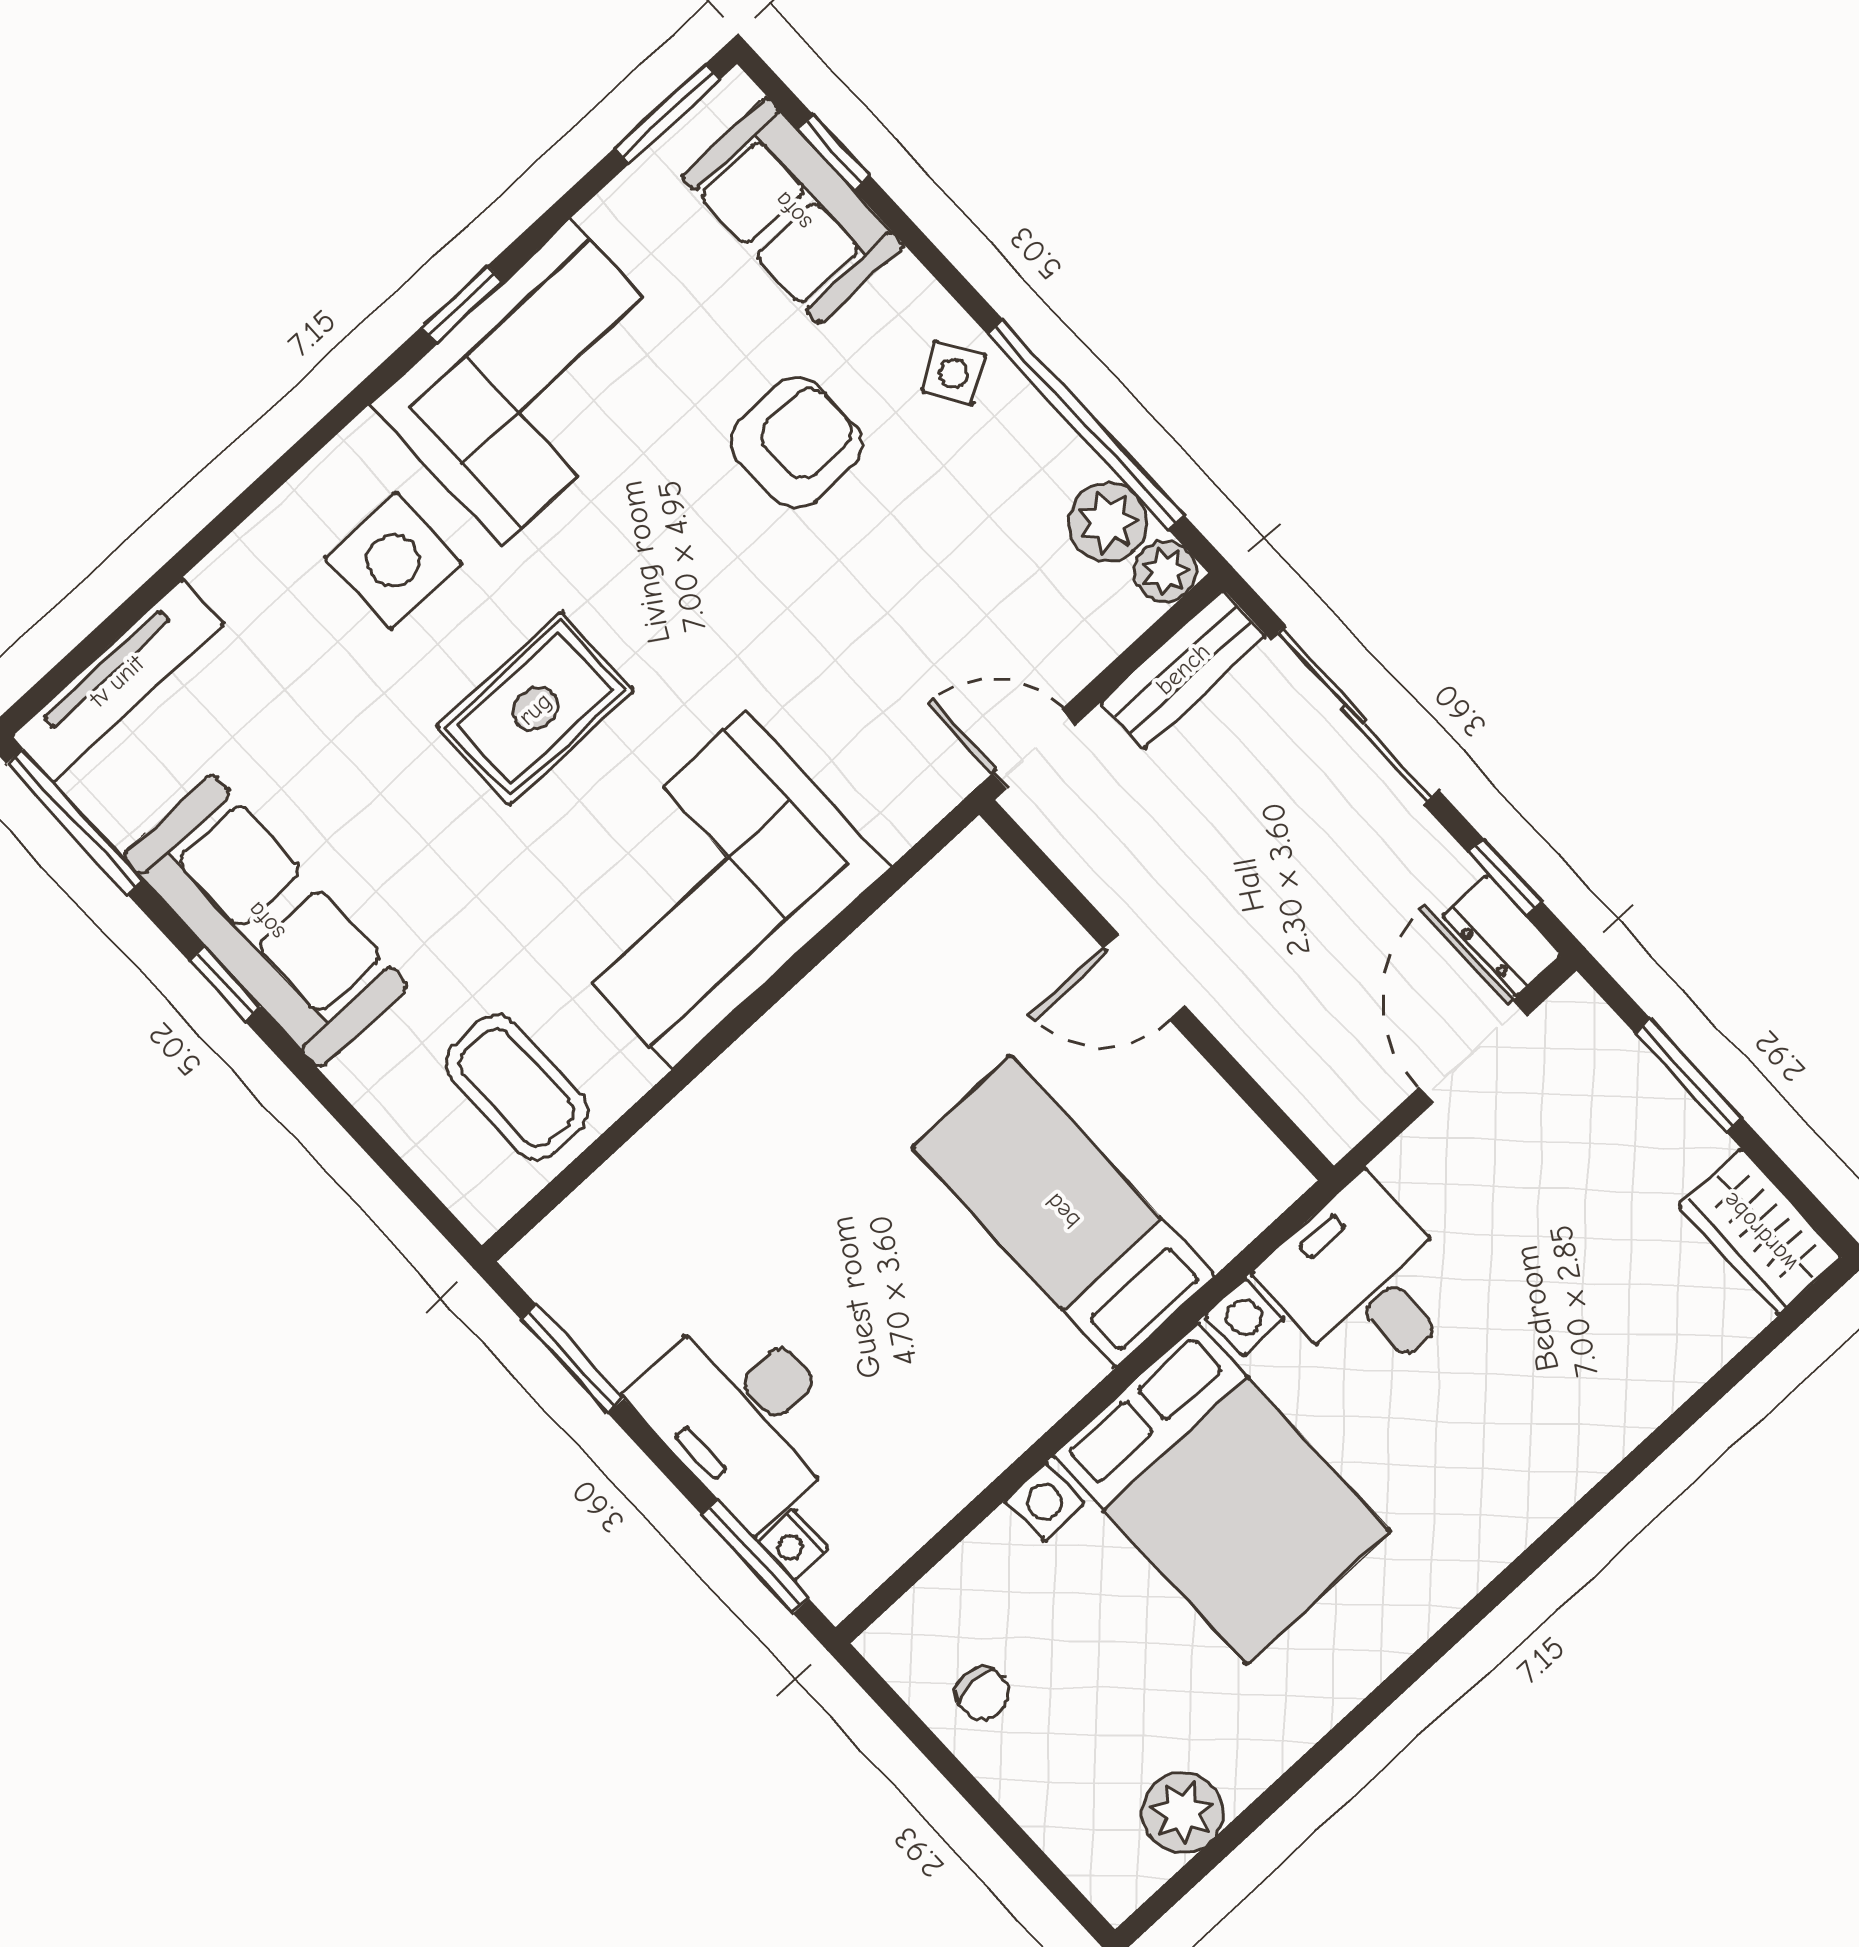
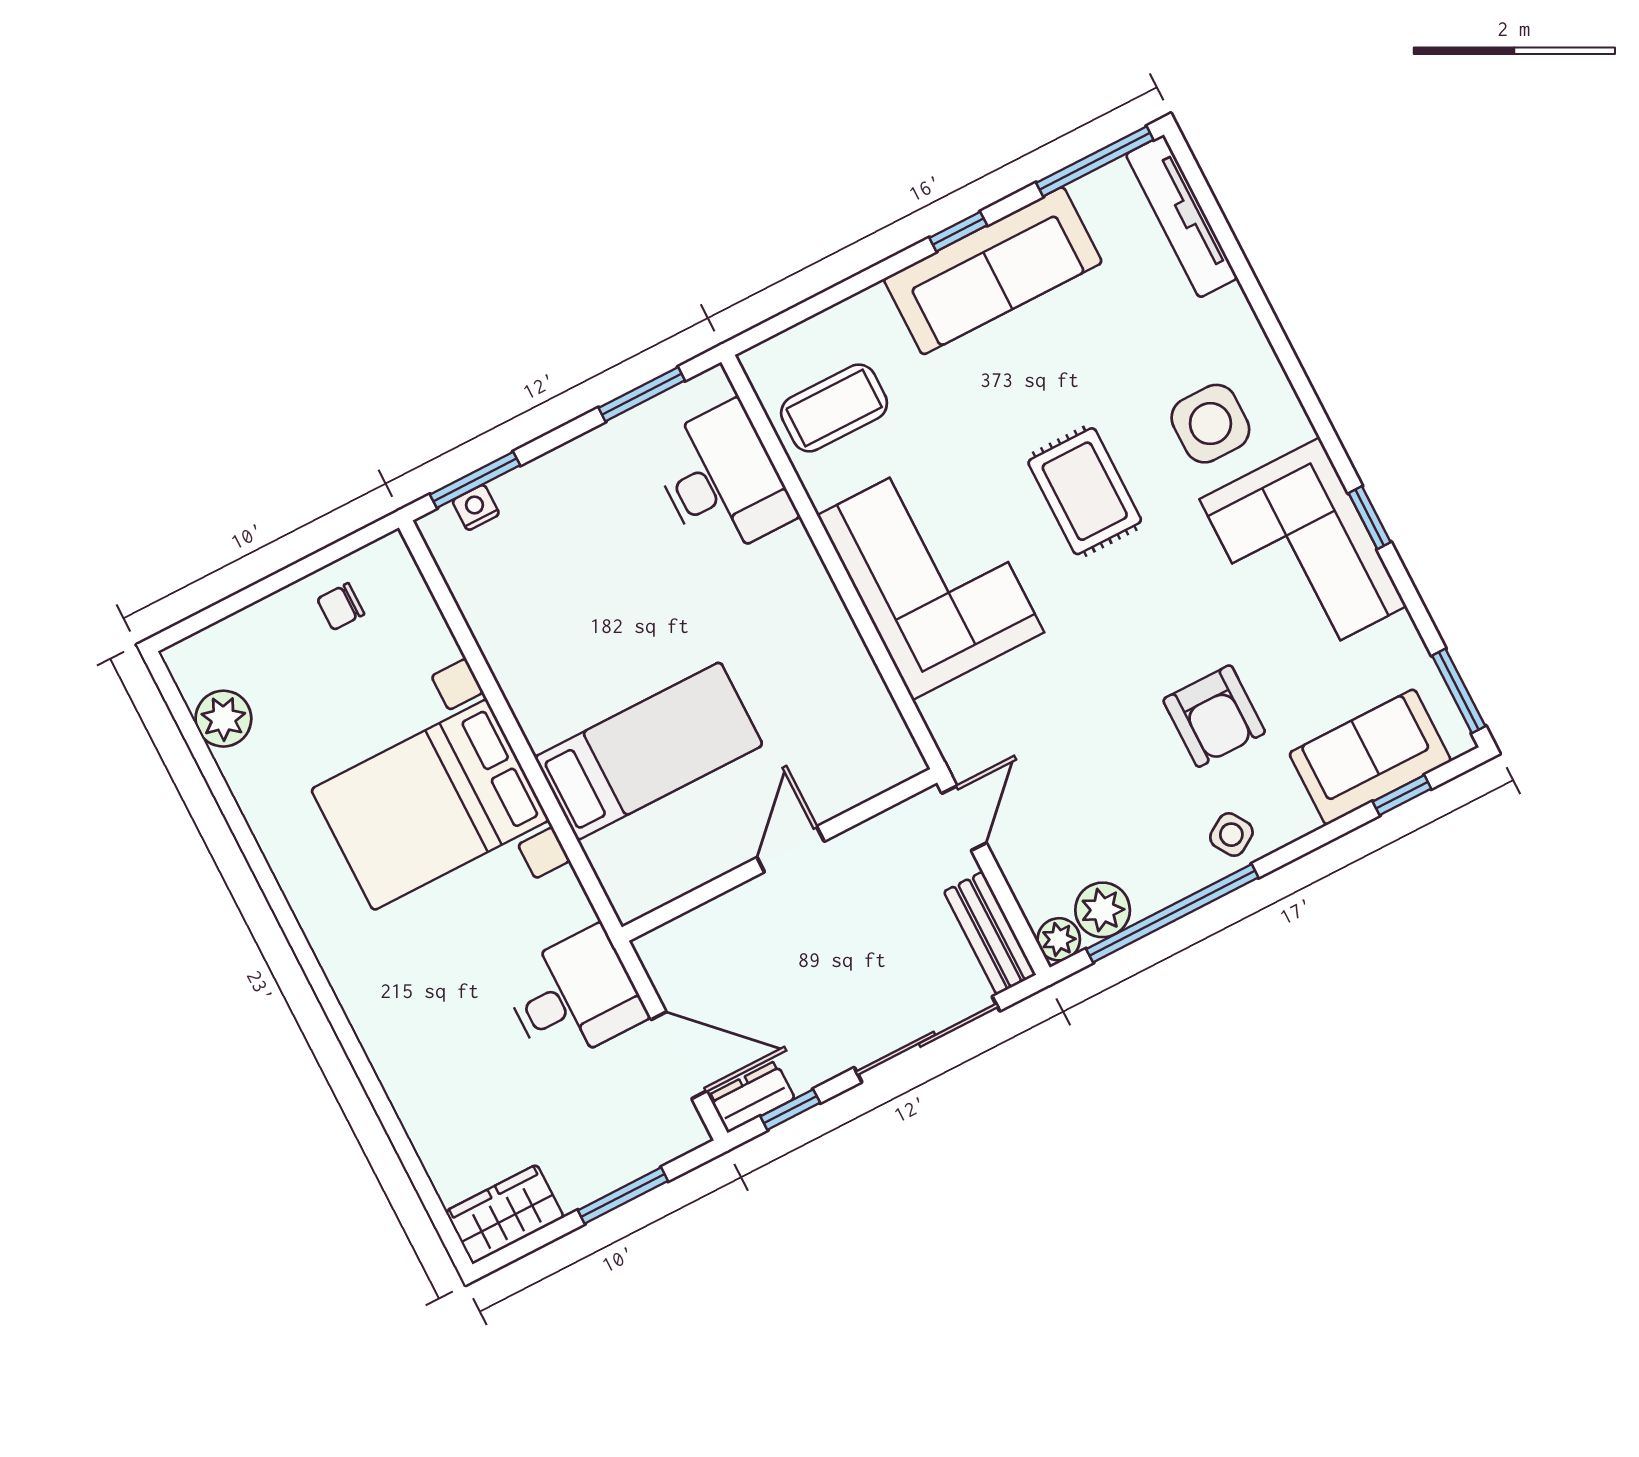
desk: (1364, 1282) -> (574, 996), moved
desk: (743, 1414) -> (722, 481), moved, turned 90

